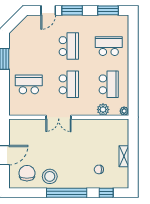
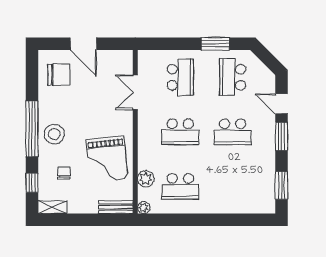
school desk: (109, 46) -> (233, 77), moved, turned 180
double door: (59, 117) -> (135, 92), moved
bench: (124, 131) -> (116, 207), added
grand piano: (89, 138) -> (107, 159), added
shelving: (124, 156) -> (52, 207), moved
stool: (50, 176) -> (54, 134), moved

